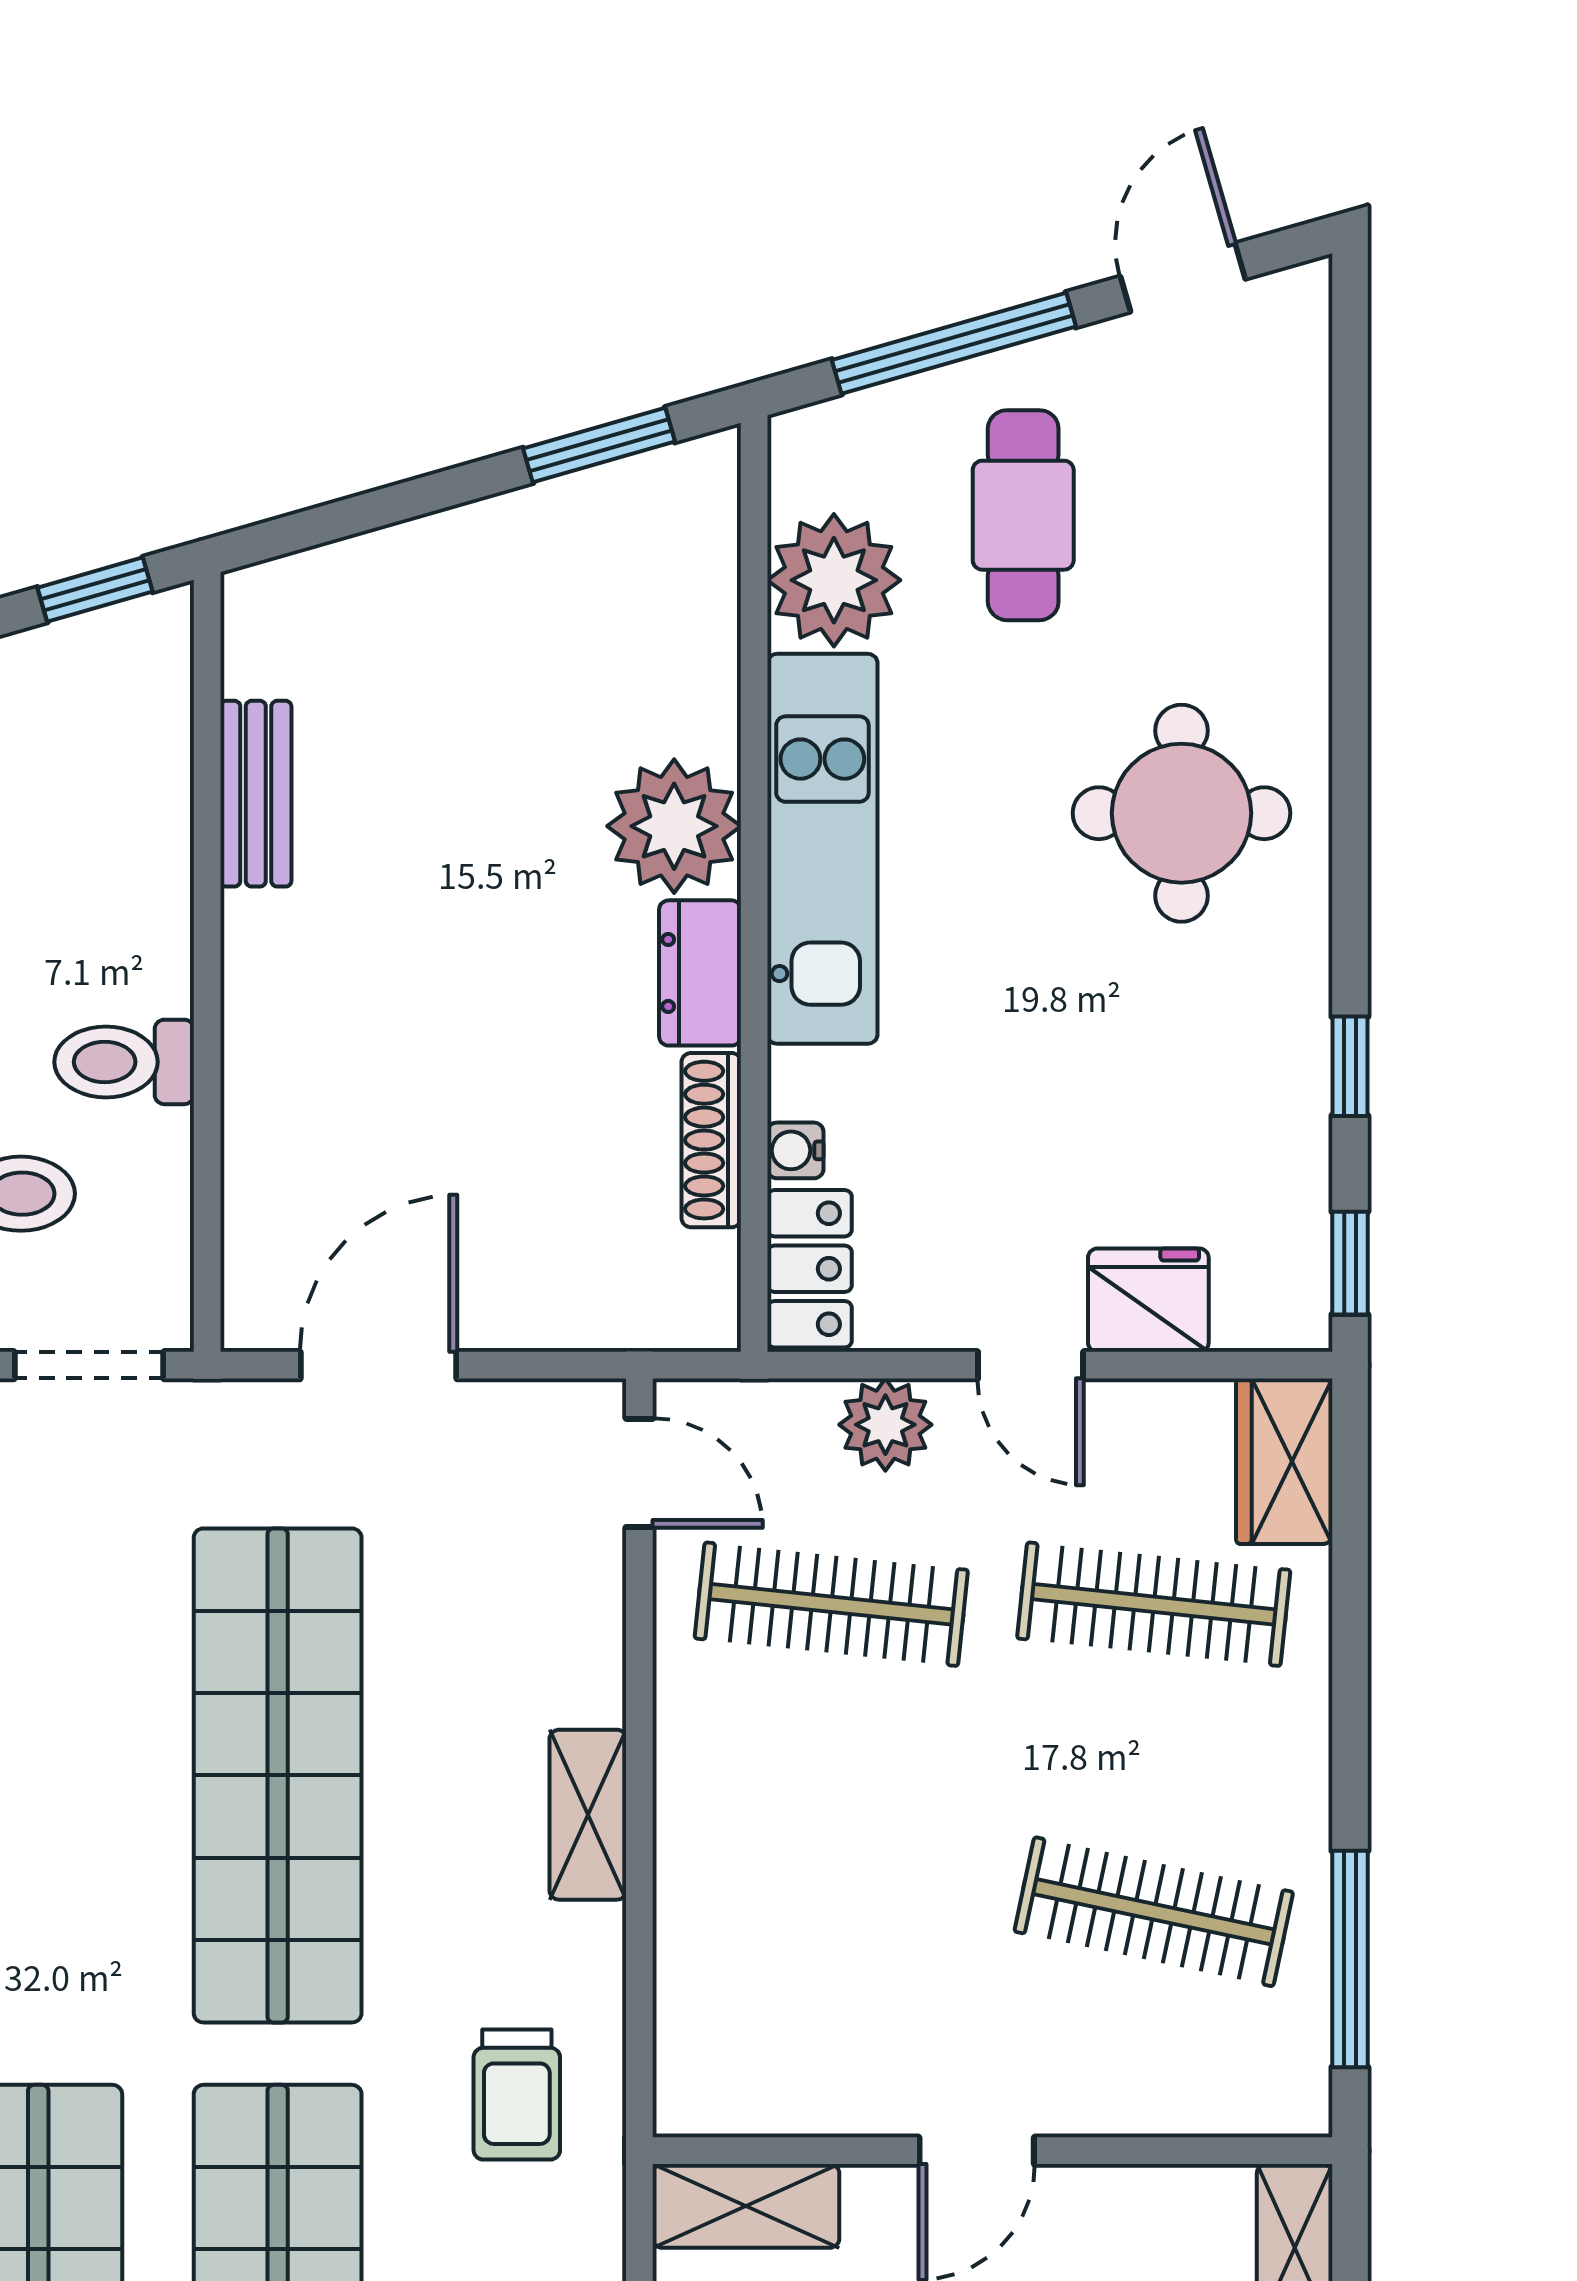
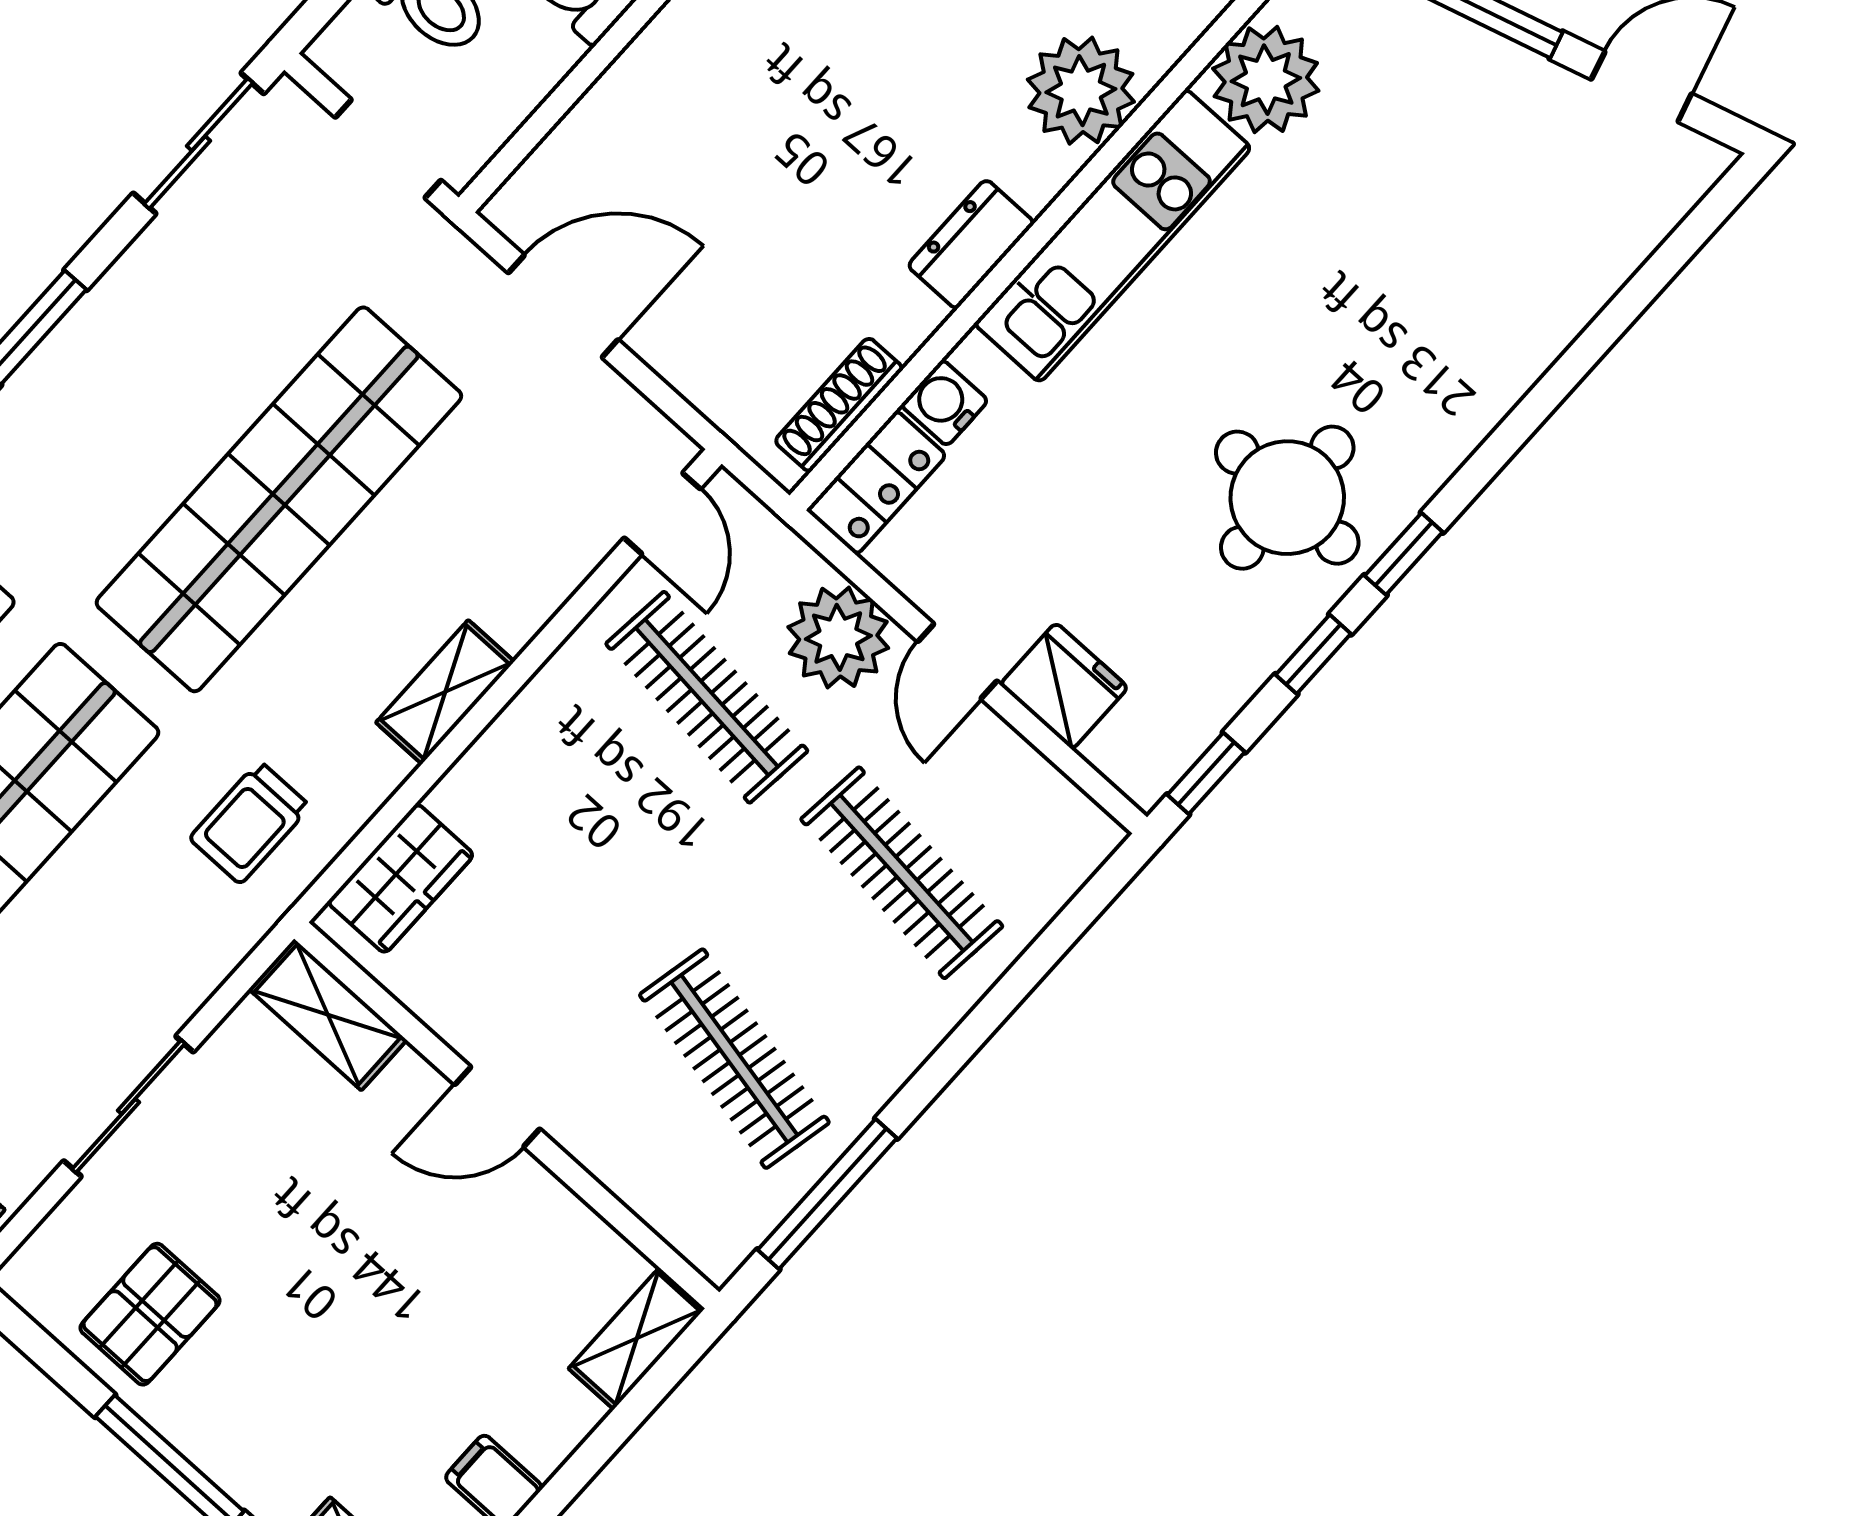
cafe table: (1023, 515) -> (1416, 143), removed
round table: (1181, 813) -> (1287, 498), moved
plant: (674, 826) -> (1081, 91), moved
window: (1350, 900) -> (1404, 554), added
shoe rack: (711, 1140) -> (839, 405), moved
water cooler: (795, 1150) -> (944, 403), width x1.38, depth x1.38
plant: (885, 1425) -> (838, 637), width x1.36, depth x1.36
wardrobe: (1284, 1461) -> (401, 878), moved, turned 180

